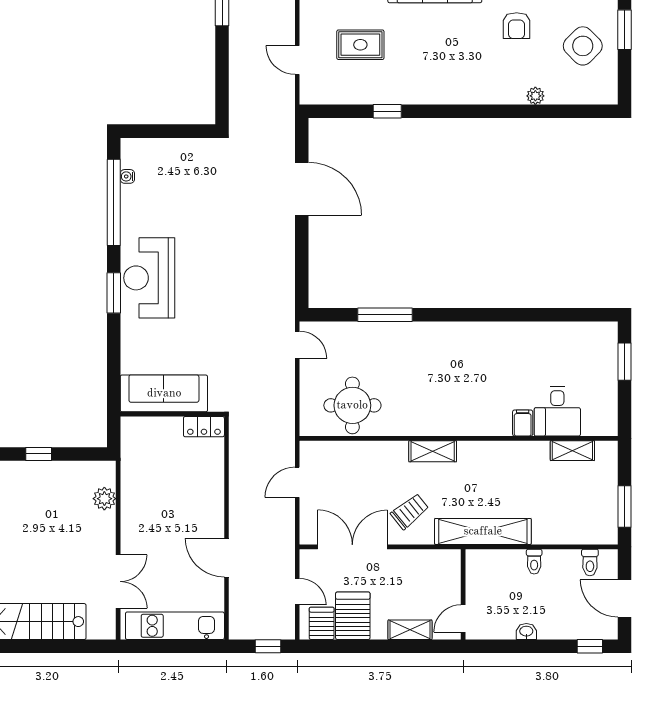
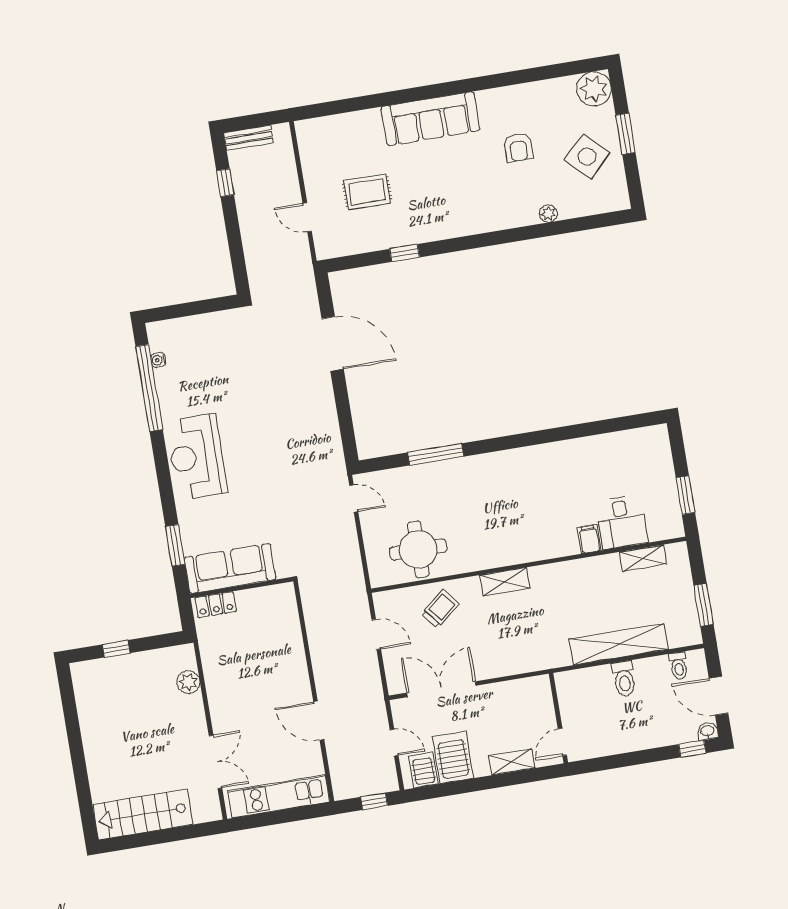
window: (114, 293) -> (175, 545), moved
window: (624, 362) -> (685, 495), moved
locker: (204, 427) -> (216, 605), moved
door: (297, 482) -> (376, 634), swing flipped
trolley: (410, 511) -> (440, 609), moved
shelving: (483, 531) -> (619, 644), moved
toilet: (534, 562) -> (624, 679), width x1.37, depth x1.39
washbasin: (526, 632) -> (708, 731), moved

